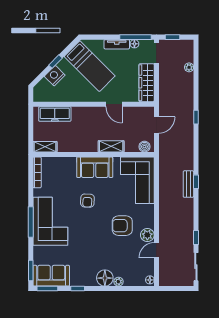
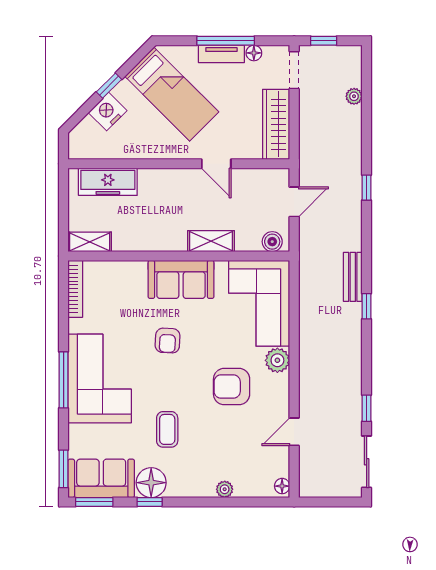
window: (136, 37) -> (226, 41), moved
bench: (188, 184) -> (353, 277), moved
plant: (147, 235) -> (277, 360), moved
coffee table: (87, 249) -> (167, 429), added
floor lamp: (105, 278) -> (151, 483), moved

